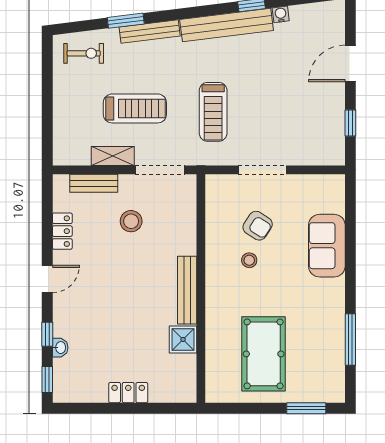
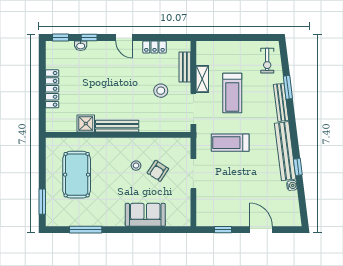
pool table: (264, 354) -> (77, 175), turned 90
locker: (128, 393) -> (52, 89), width x1.53

